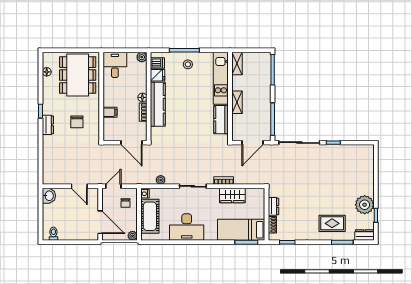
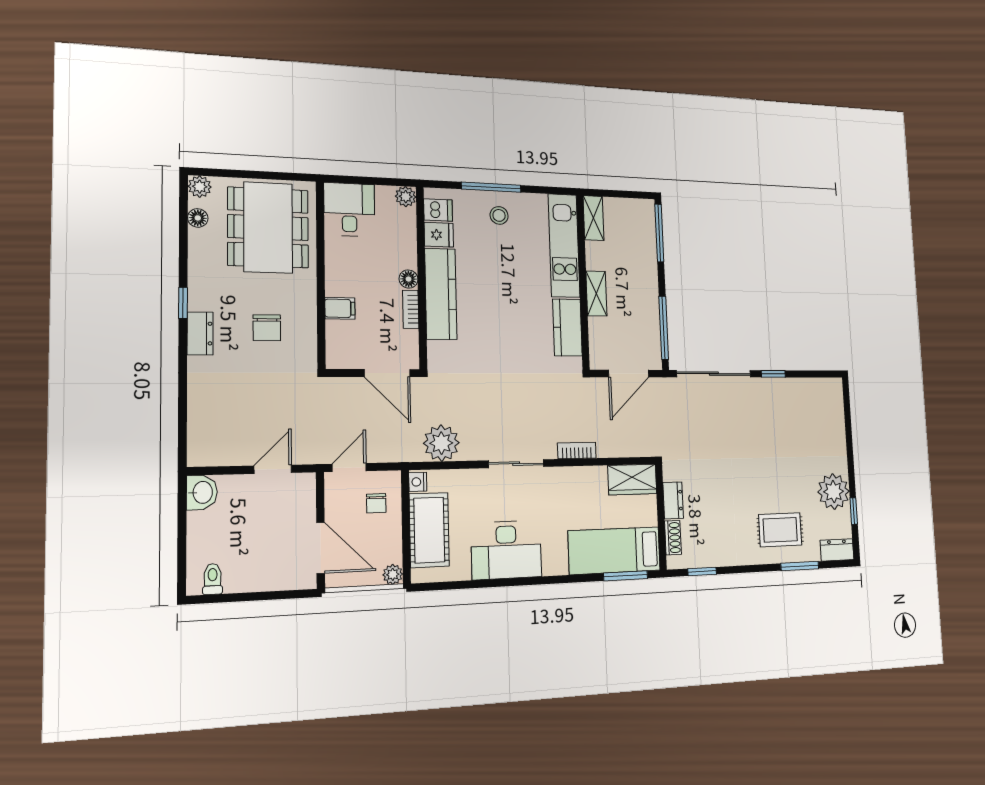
plant: (48, 57) -> (200, 187), added
plant: (161, 180) -> (441, 443), width x1.87, depth x1.87
door: (79, 186) -> (273, 469), swing flipped
wardrobe: (232, 195) -> (632, 480), moved

